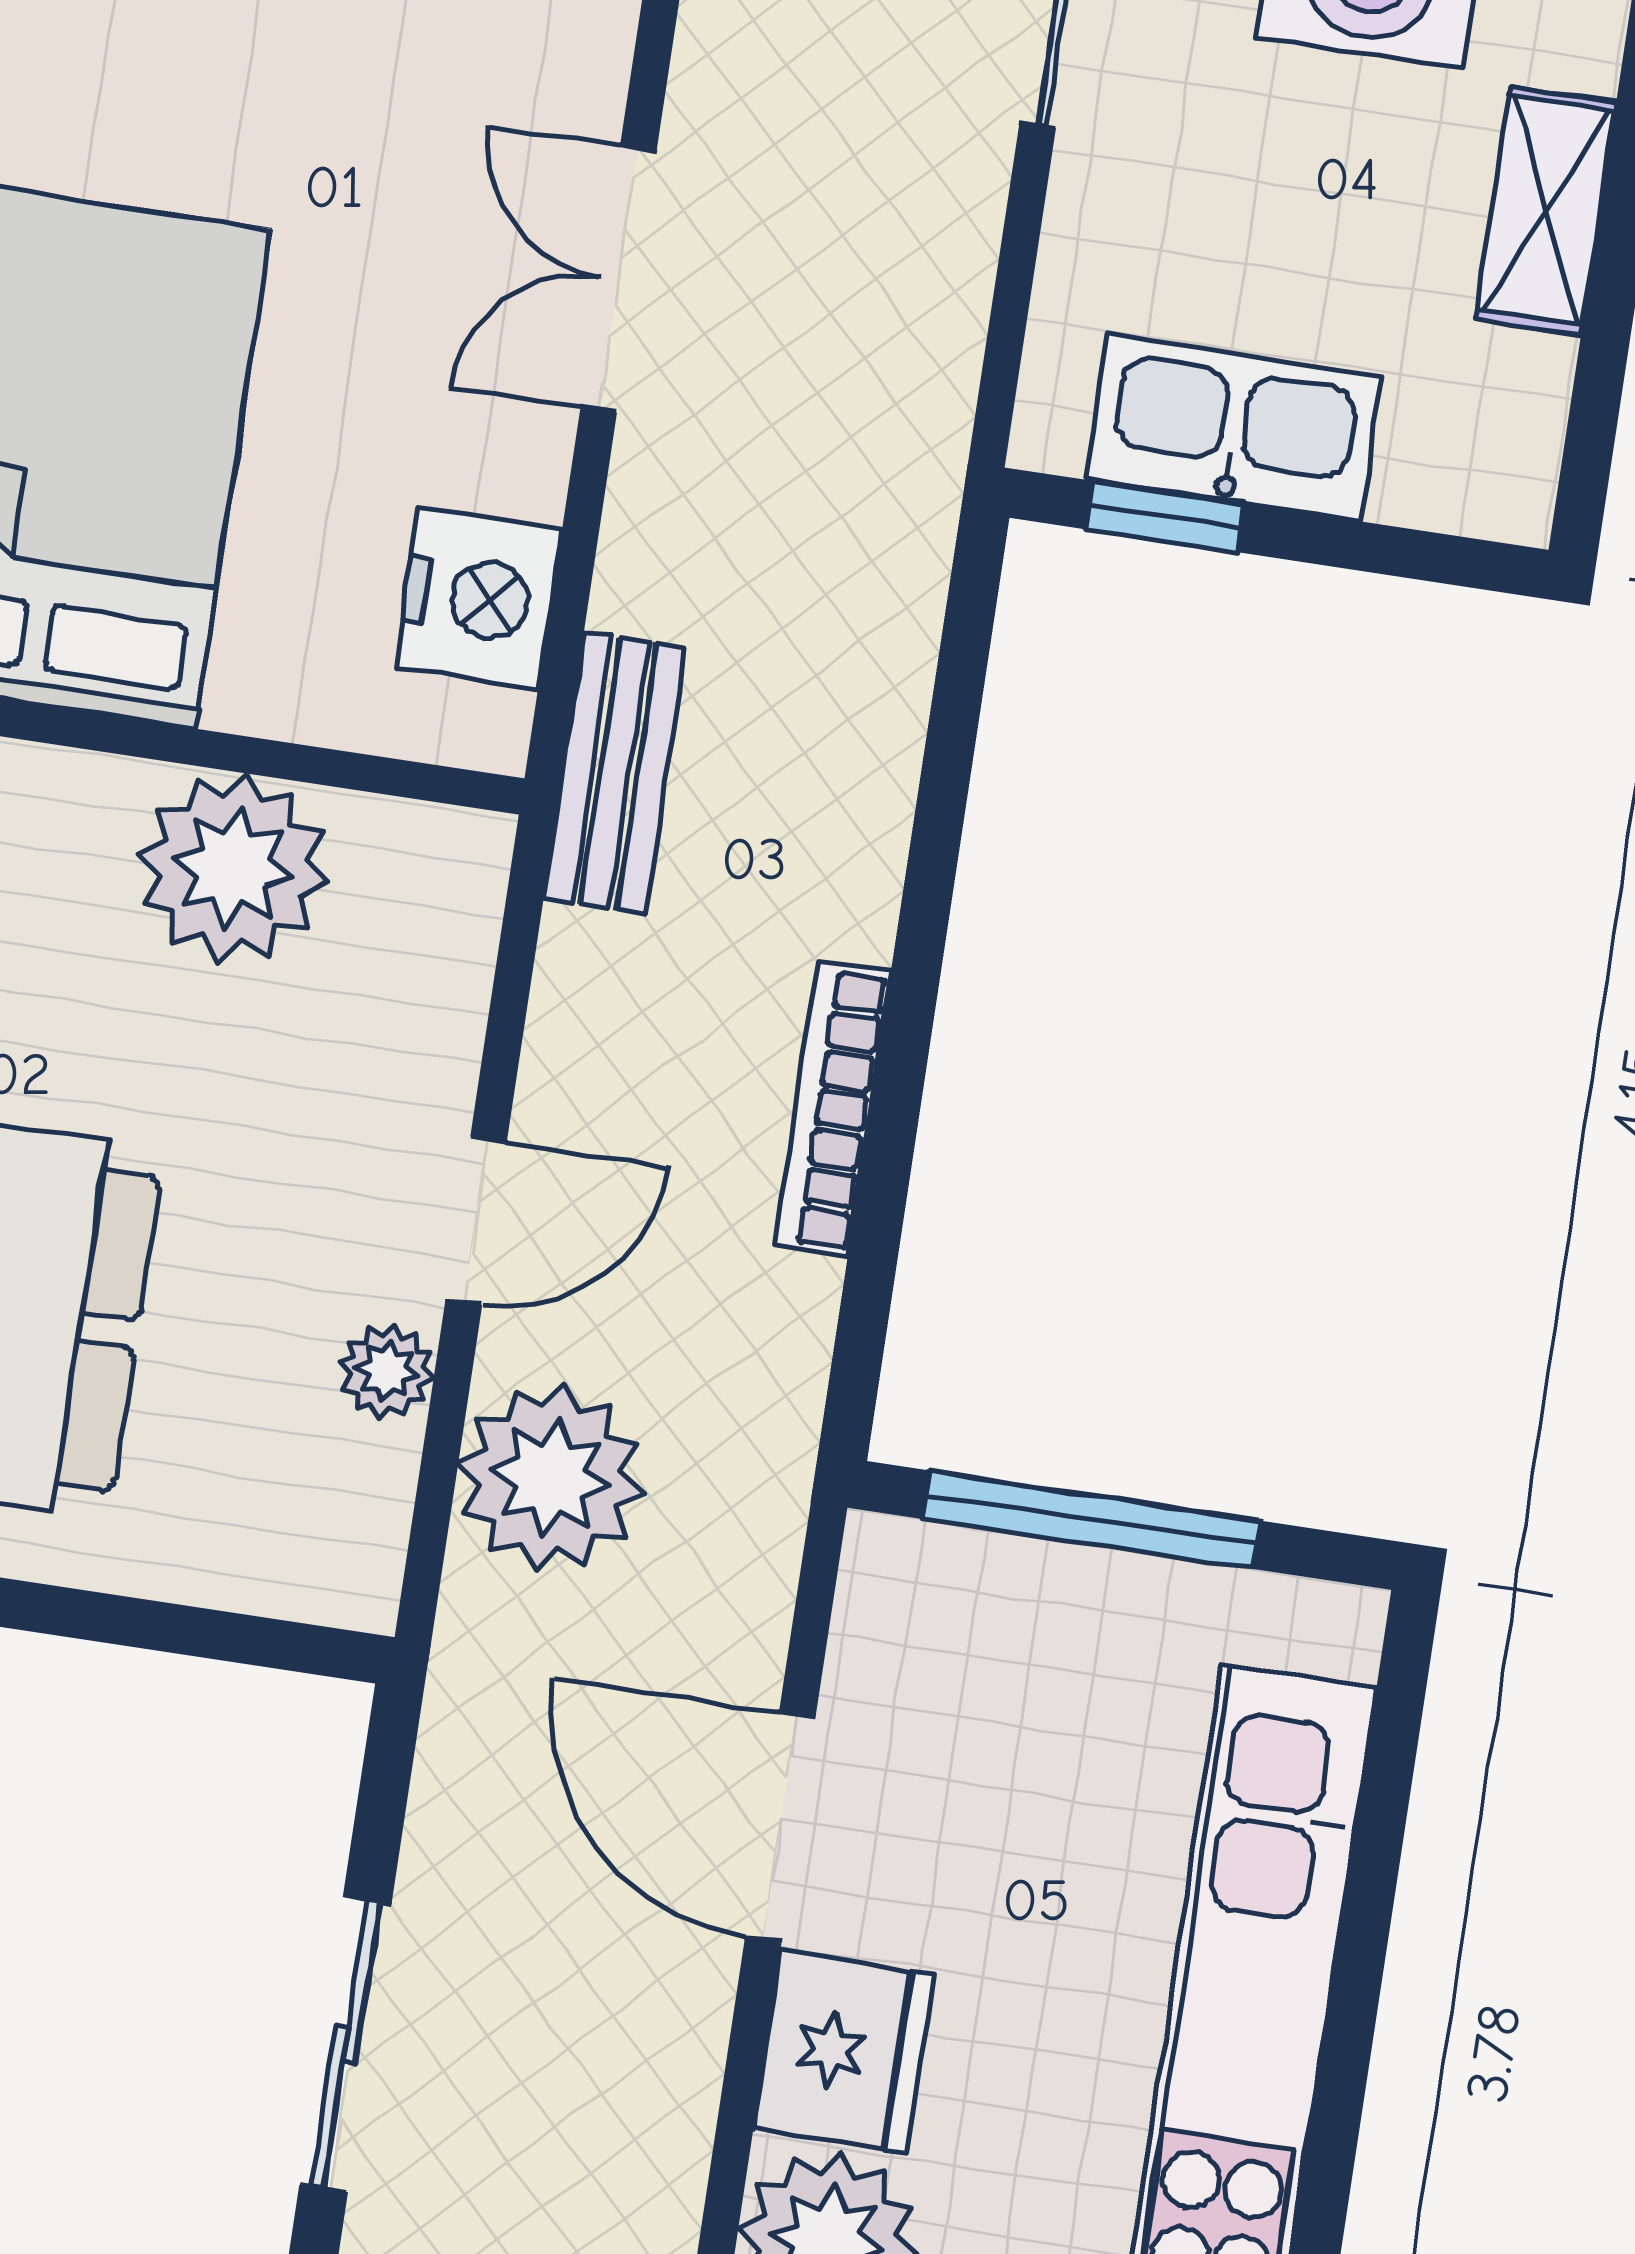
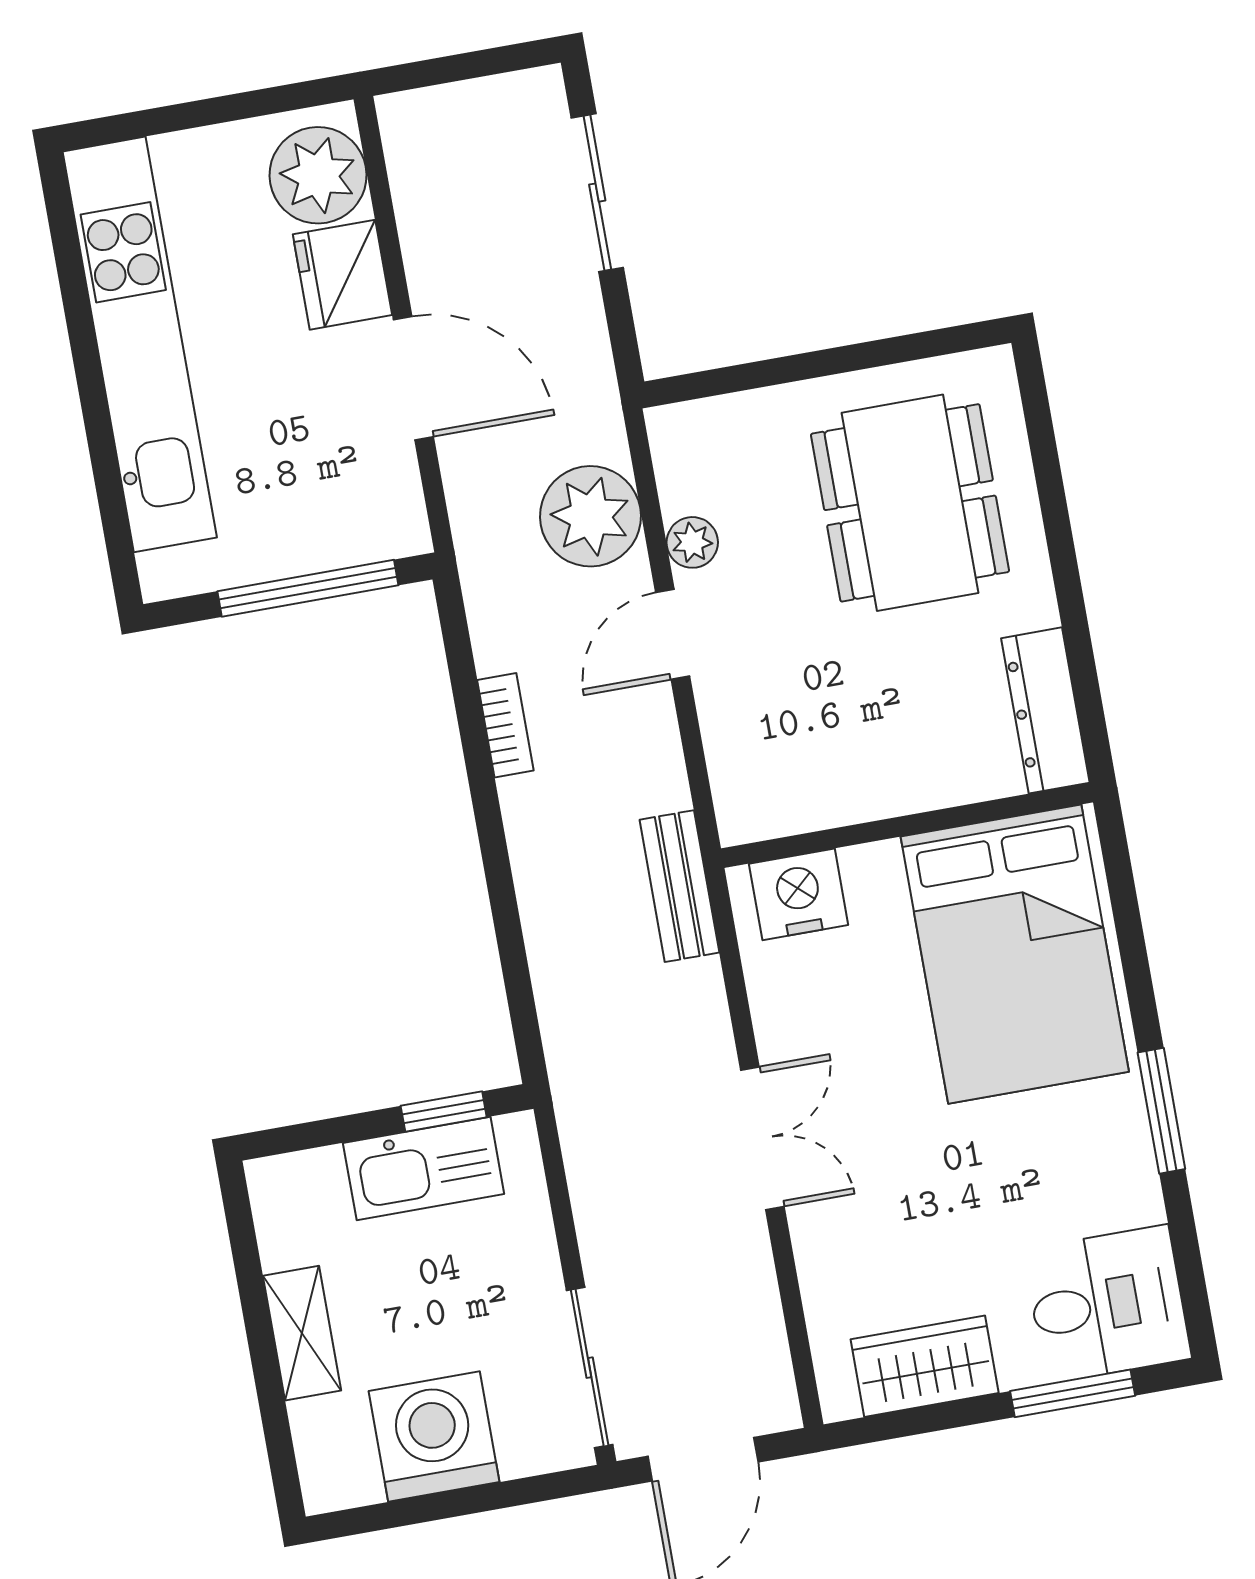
nightstand: (478, 598) -> (799, 894), moved, turned 90
plant: (232, 868) -> (857, 772), removed
bookcase: (833, 1109) -> (505, 725), width x0.64

